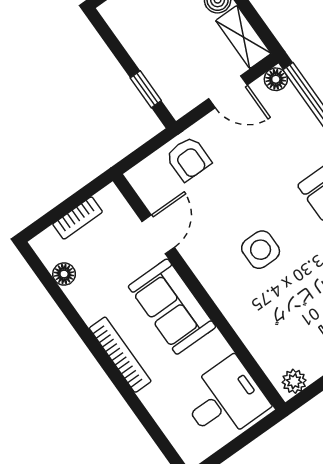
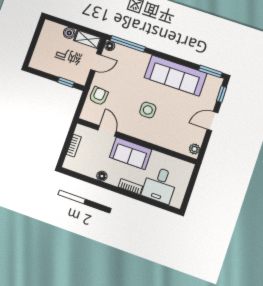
armchair: (188, 159) -> (99, 96), turned -85
floor lamp: (64, 274) -> (102, 176), moved
bookcase: (120, 355) -> (130, 187), width x0.64
desk: (225, 400) -> (160, 185), moved, turned 180

